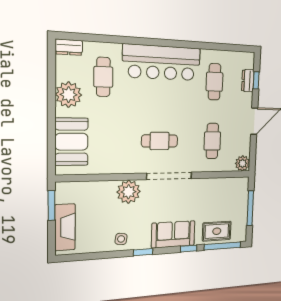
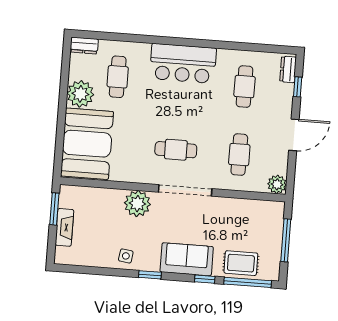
bar counter: (162, 63) -> (183, 63), width x0.73
dresser: (248, 81) -> (288, 69), moved
booth: (72, 142) -> (87, 144), width x1.36, depth x1.42
fireplace: (65, 227) -> (64, 227), width x0.73, depth x0.76

